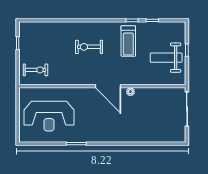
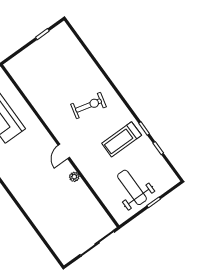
exercise bike: (89, 47) -> (89, 106), turned 104
exercise bike: (35, 70) -> (29, 70), removed
door: (108, 86) -> (64, 151), width x0.53

